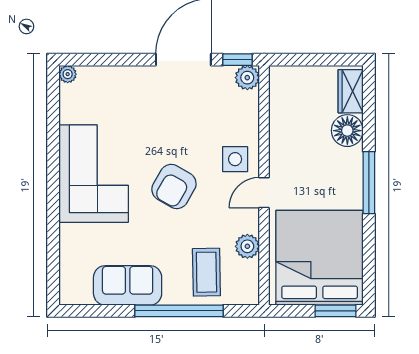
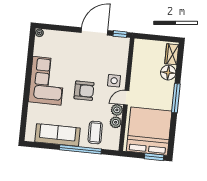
plant: (247, 78) -> (117, 110), moved
armchair: (174, 186) -> (84, 91), turned -120
sofa: (128, 285) -> (58, 135), width x1.36

